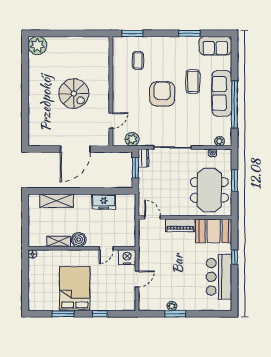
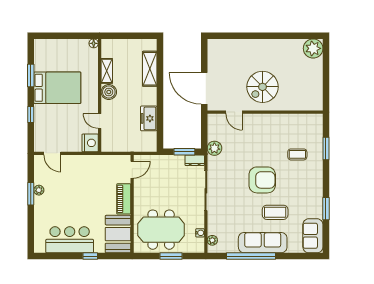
wall: (111, 91) -> (265, 112), moved
door: (111, 121) -> (234, 112), moved
door: (137, 279) -> (52, 153), moved

